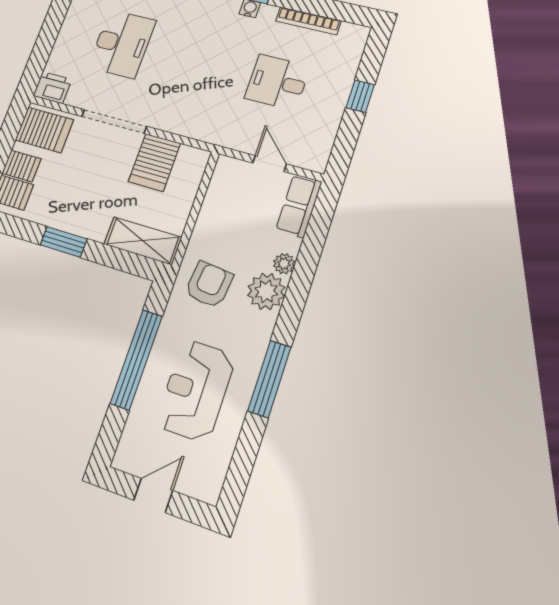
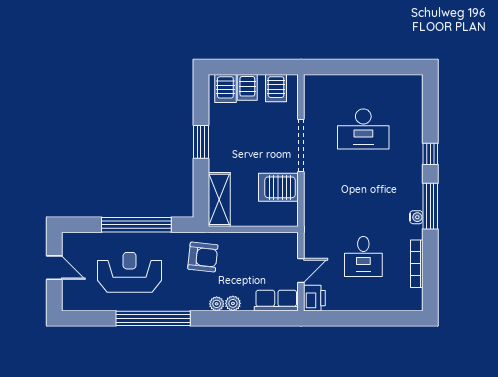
desk: (277, 82) -> (363, 256), turned 180
printer: (52, 88) -> (314, 298), moved
window: (360, 96) -> (368, 318), removed
server rack: (44, 130) -> (276, 88), width x0.73, depth x0.70
plant: (266, 291) -> (217, 304), width x0.53, depth x0.53
window: (269, 379) -> (153, 318), width x1.46

